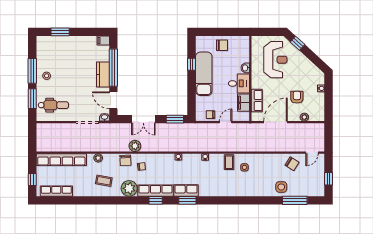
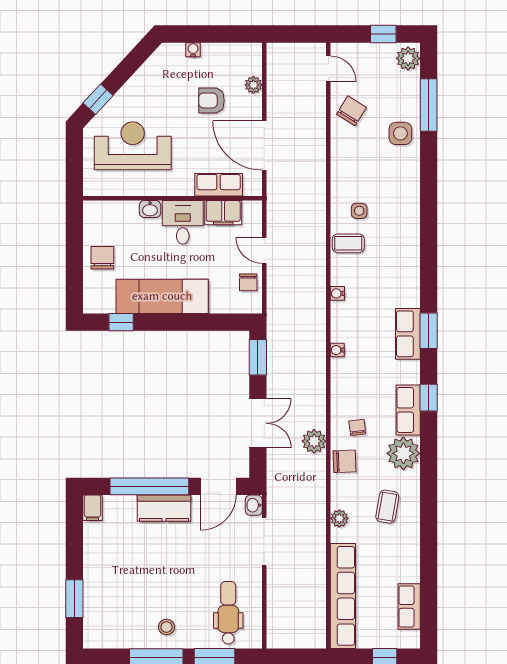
window: (192, 64) -> (121, 322), moved
row of seats: (56, 191) -> (409, 606), width x0.68
row of seats: (155, 191) -> (408, 410), width x0.68
plant: (317, 191) -> (408, 58), added

